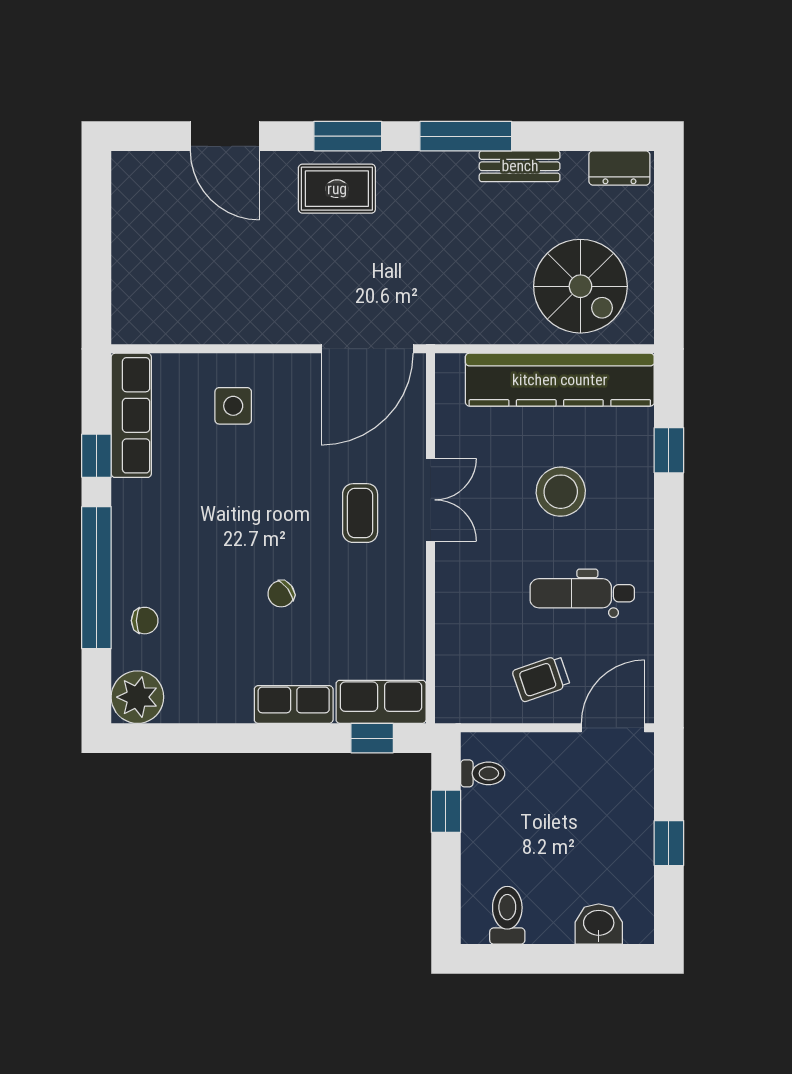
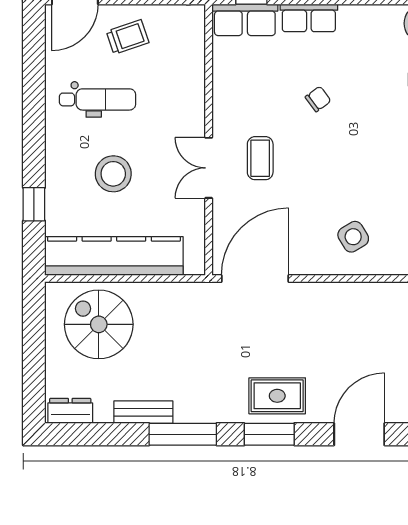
door: (225, 136) -> (359, 434), hinge flipped
side table: (233, 406) -> (353, 237), turned -31

